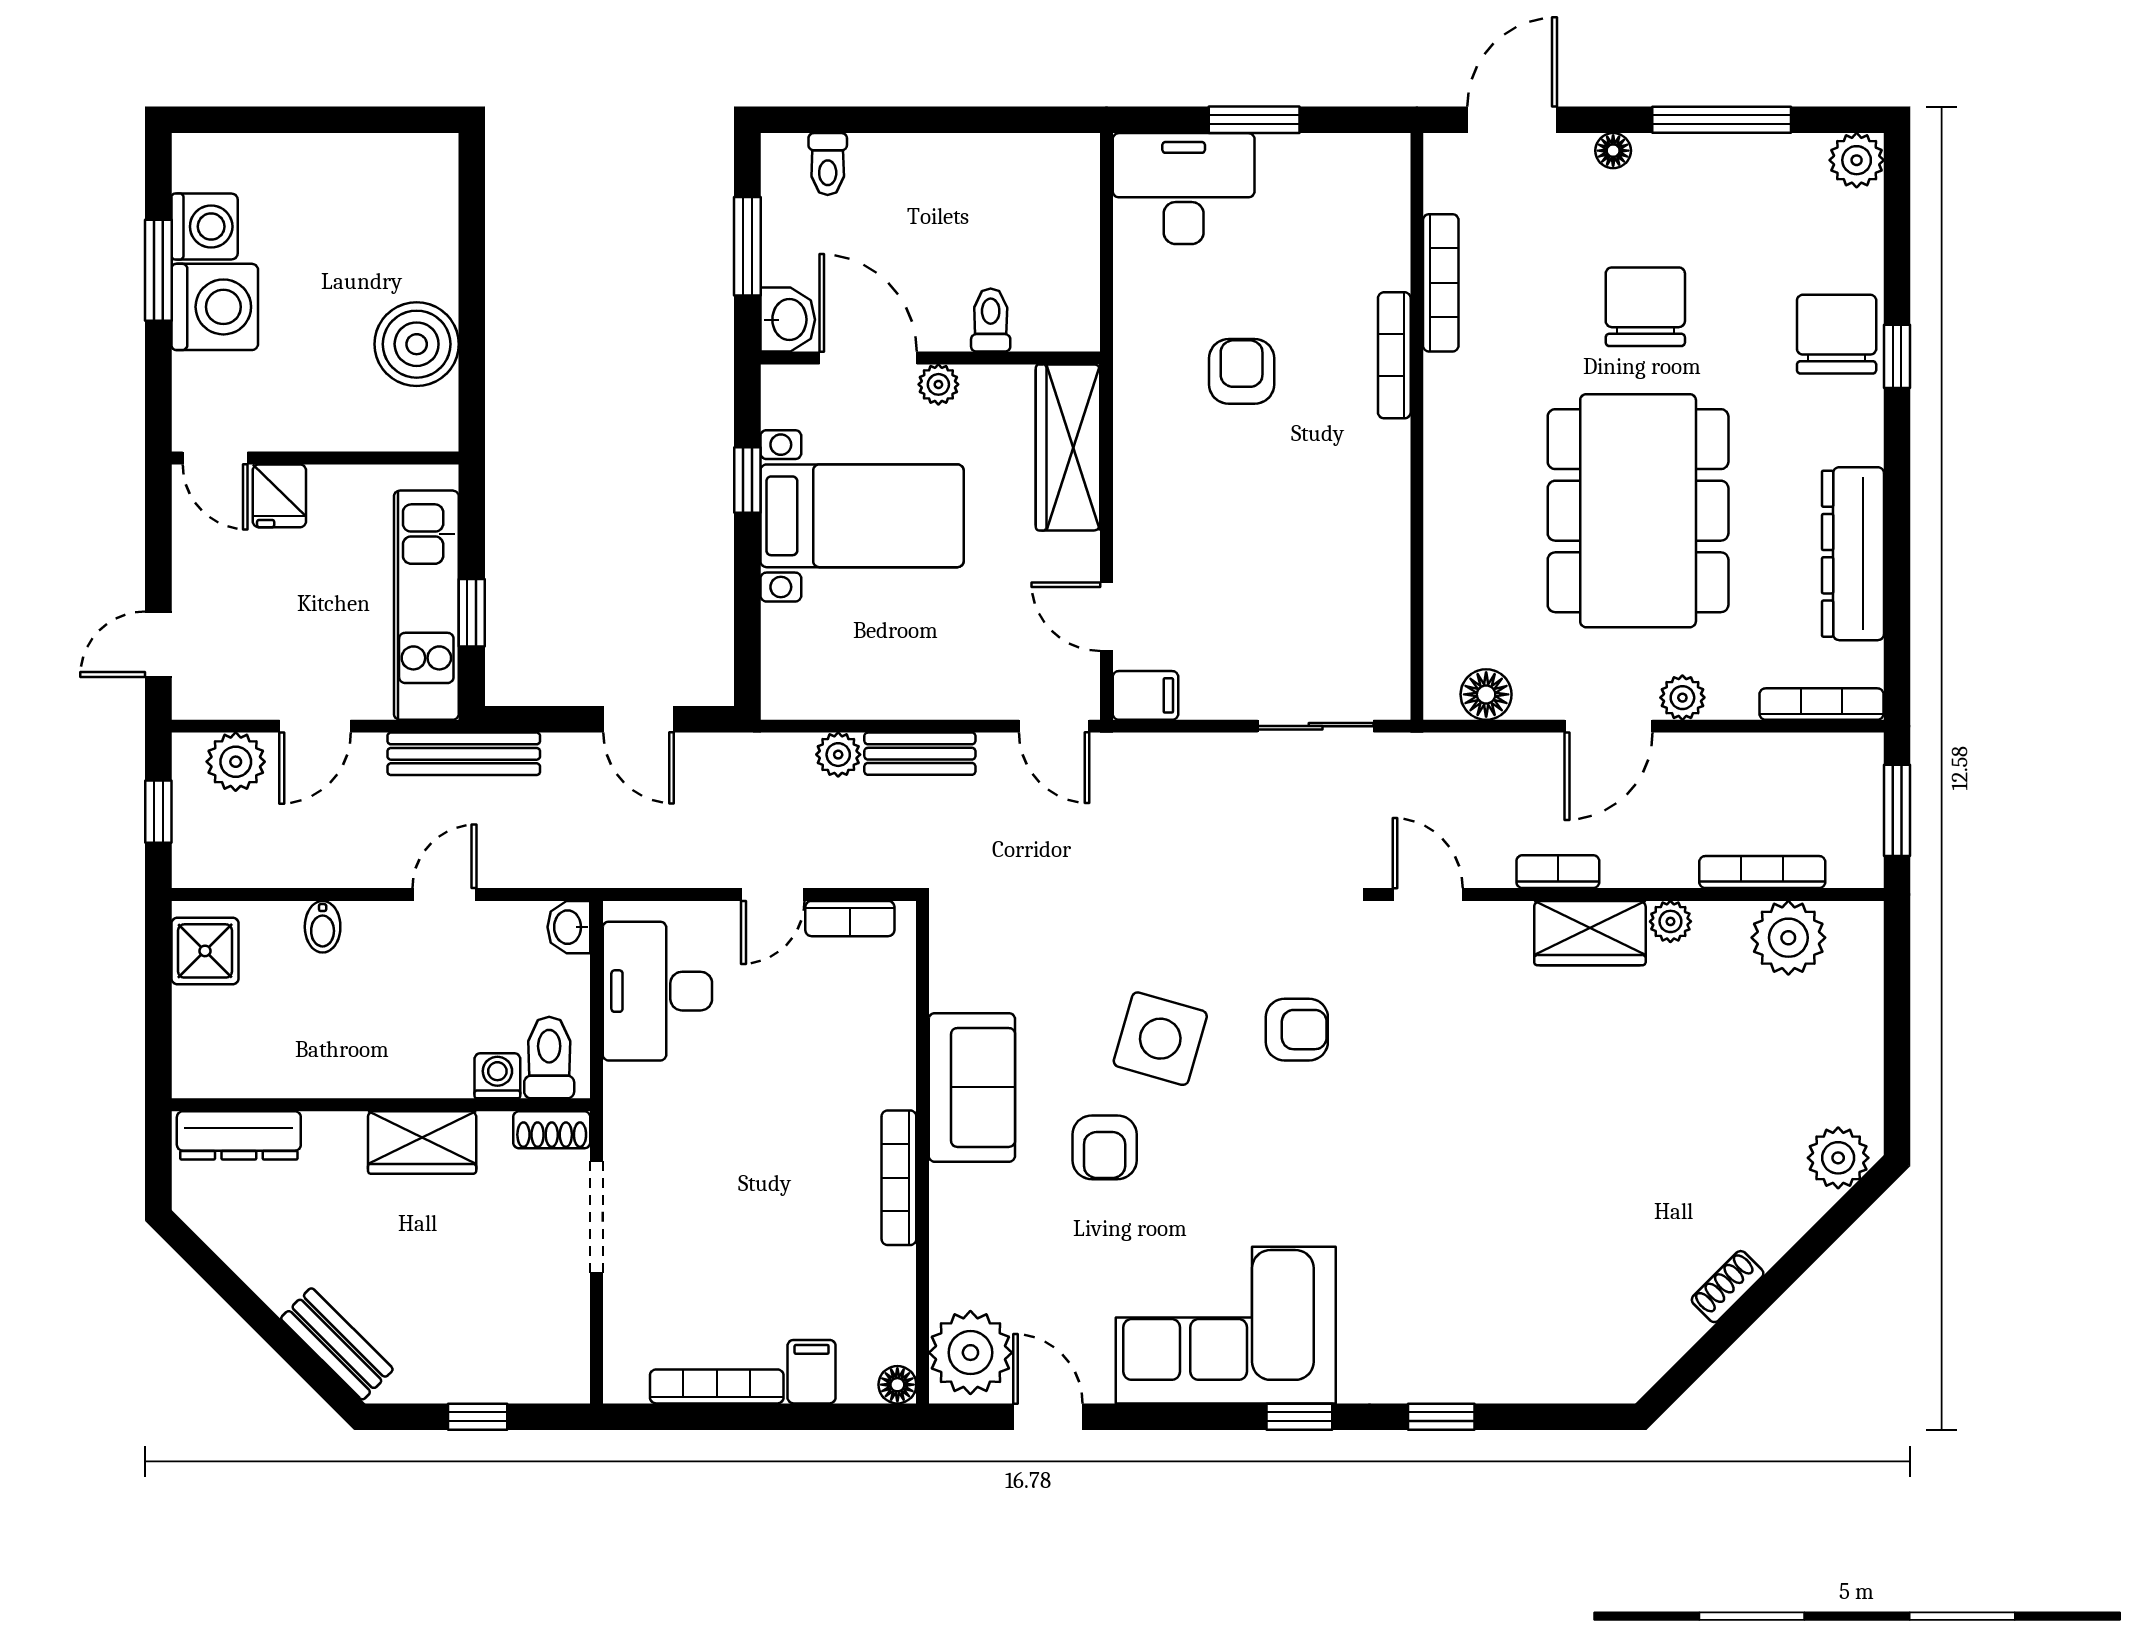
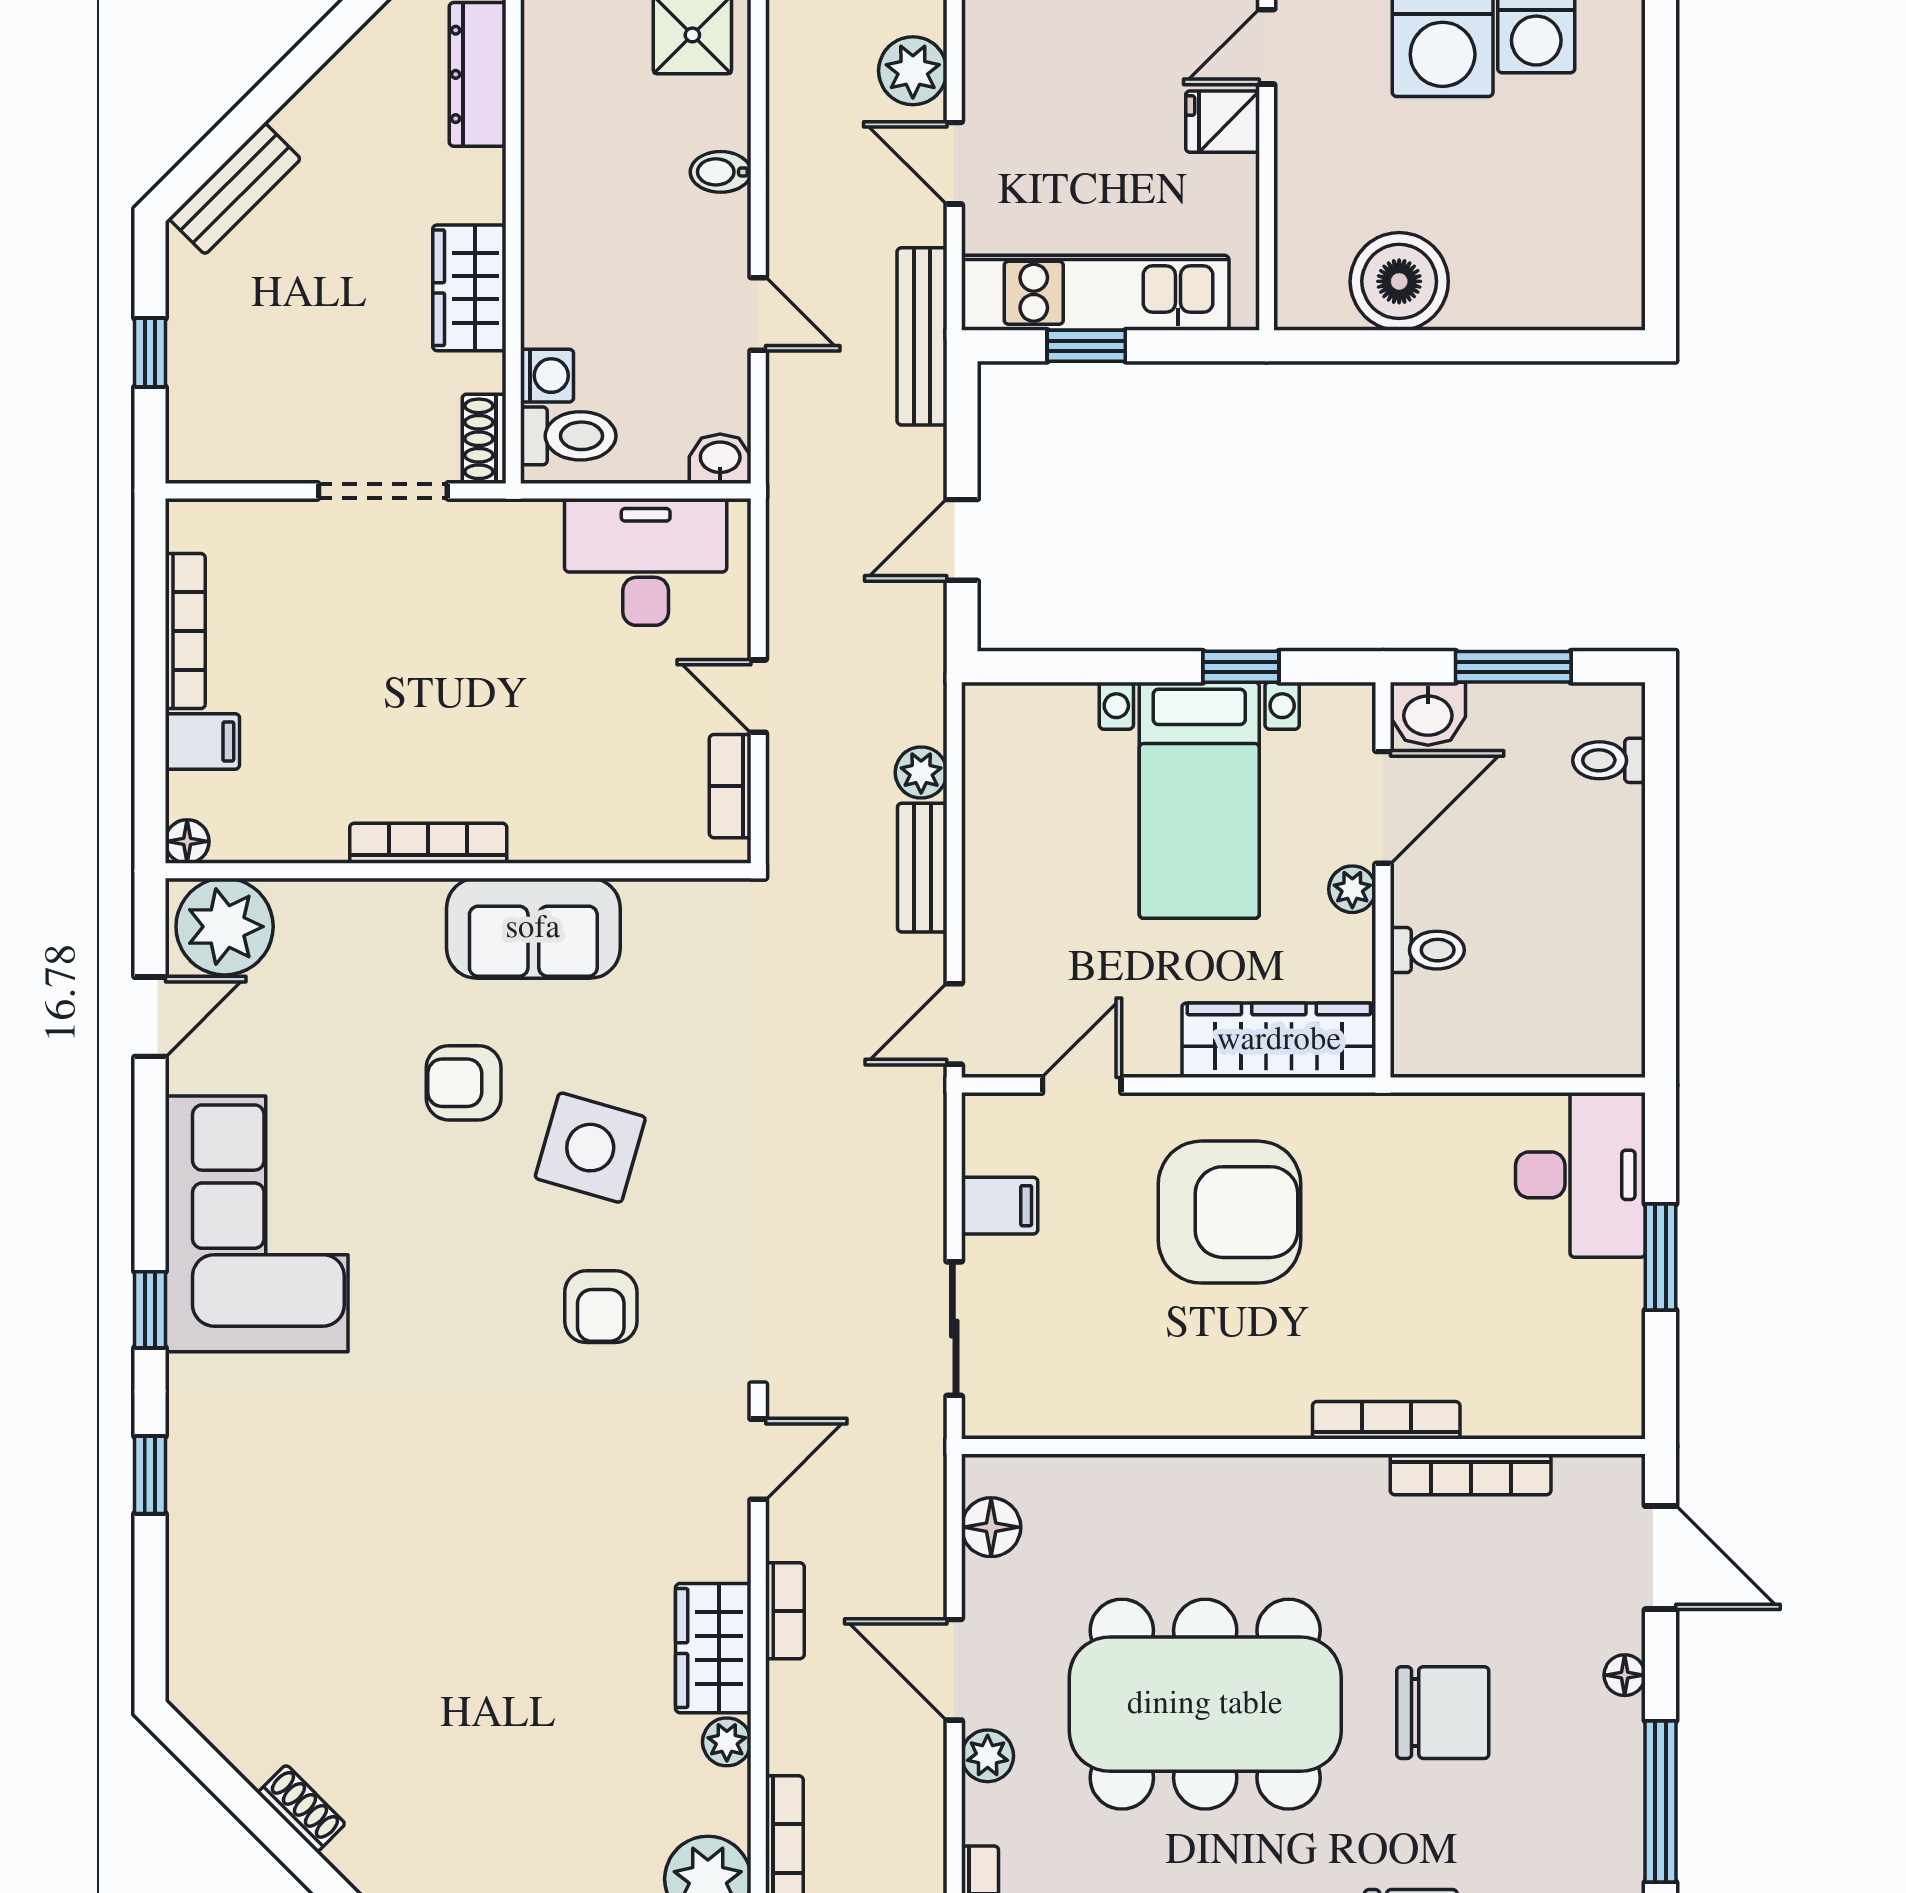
armchair: (1242, 371) -> (1230, 1212), moved, width x1.88, depth x1.88
filing cabinet: (1145, 695) -> (1000, 1206), moved, turned -90

